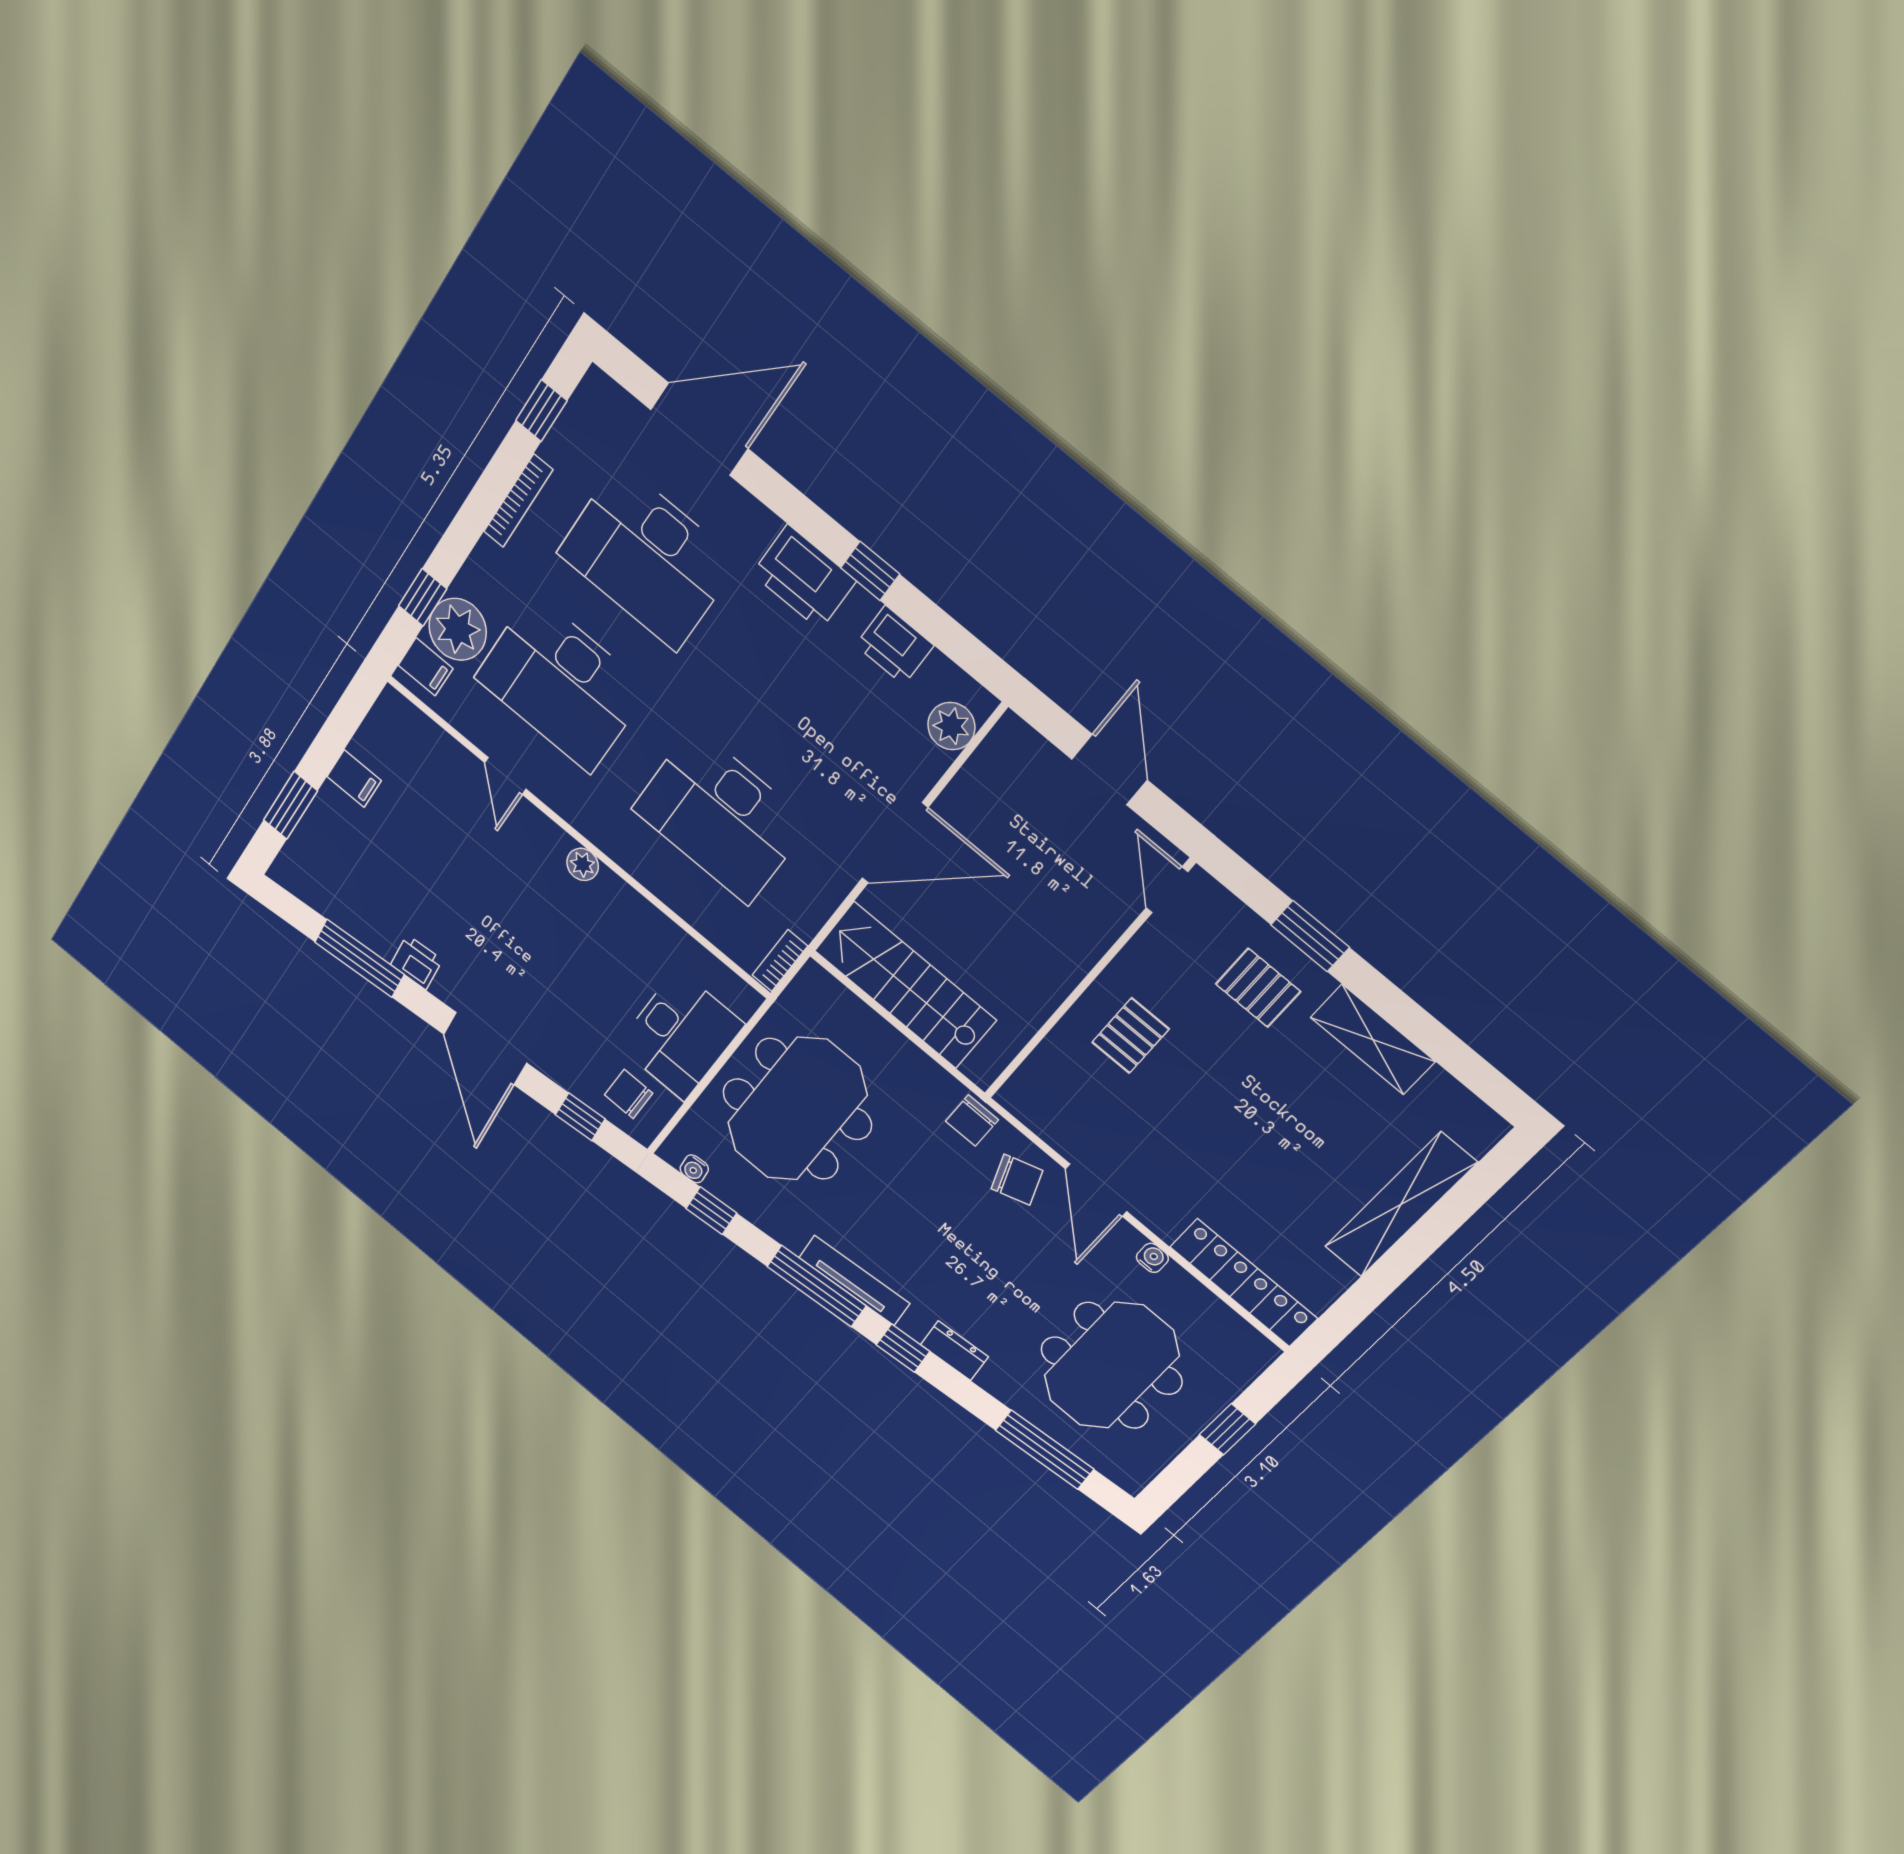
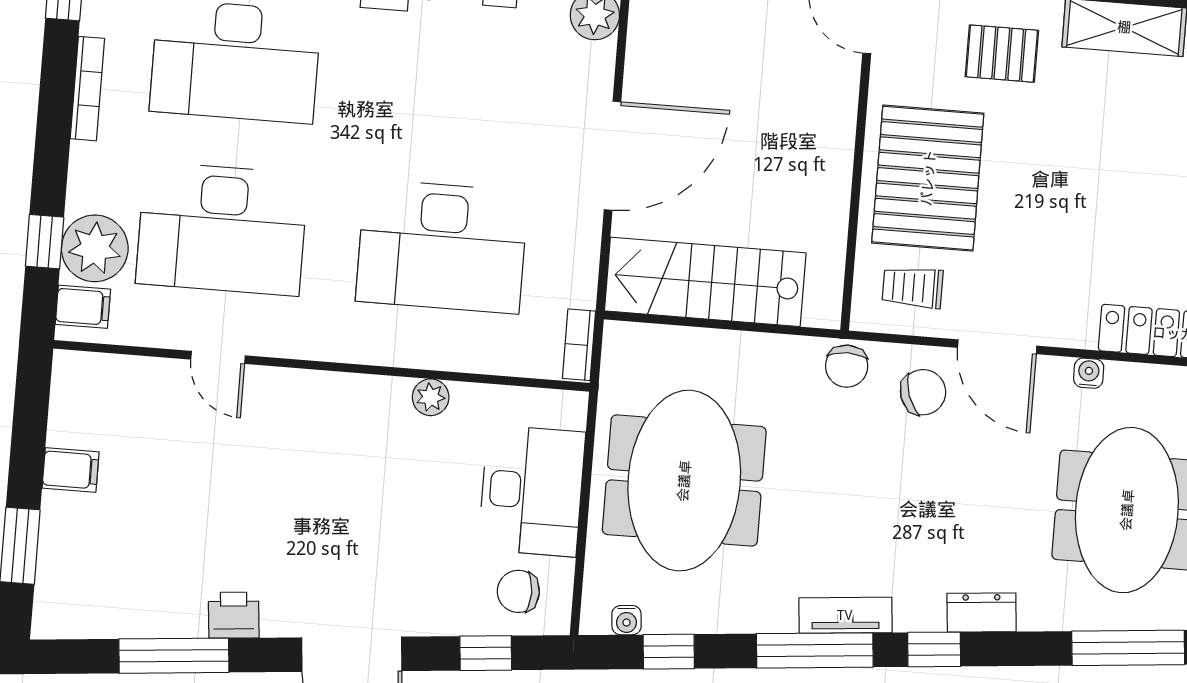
plant: (583, 864) -> (431, 397), moved
pallet: (1130, 1036) -> (928, 178), width x2.05, depth x2.00
trolley: (1062, 1103) -> (913, 287), added
tv unit: (854, 1281) -> (845, 615), width x0.71

